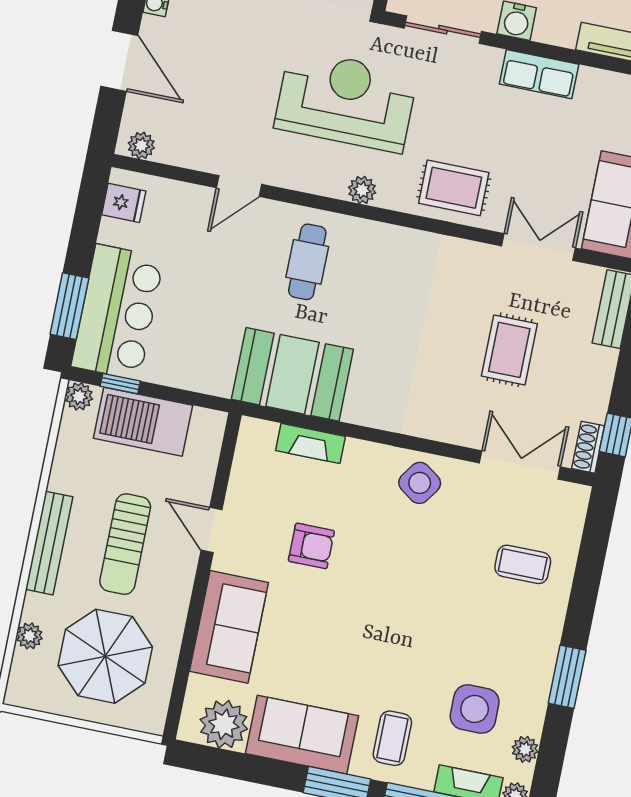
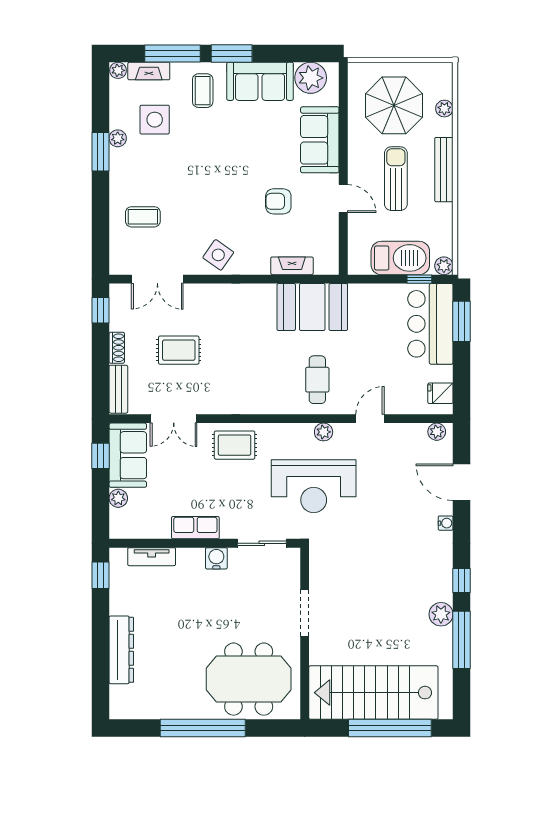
plant: (362, 190) -> (324, 432), moved
rug: (509, 350) -> (179, 350), turned 90
shoe rack: (588, 447) -> (117, 348), moved
plant: (525, 749) -> (118, 138), moved

